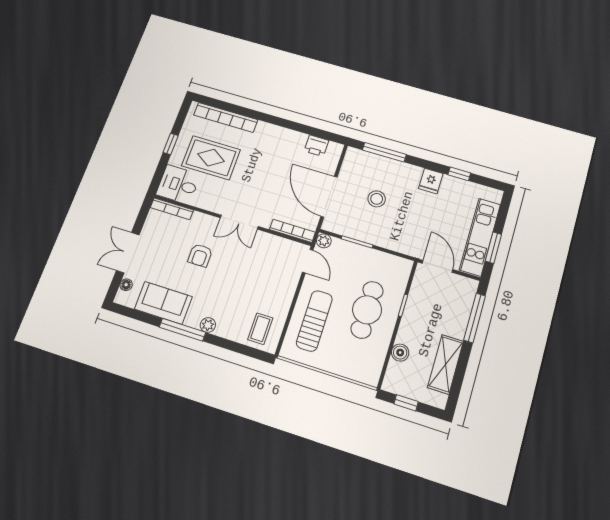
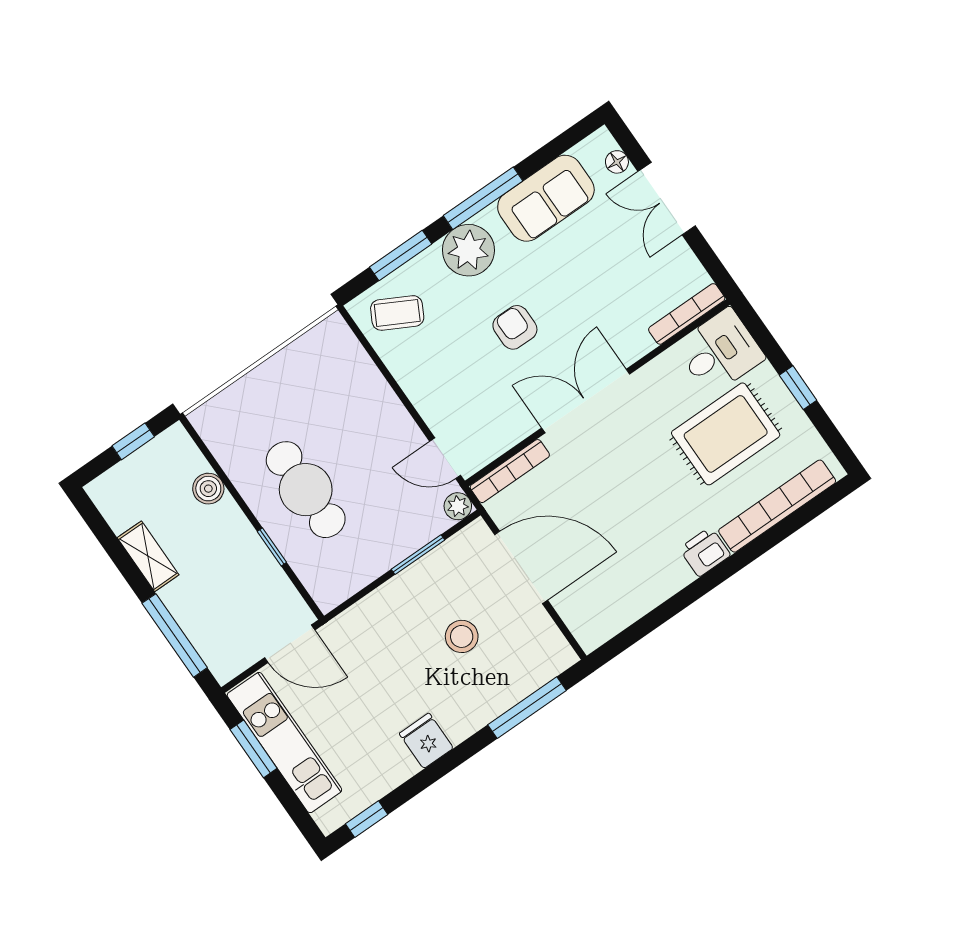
printer: (316, 146) -> (705, 552), moved
window: (459, 174) -> (367, 819), moved
double door: (239, 222) -> (586, 401), width x1.37
double door: (128, 253) -> (667, 199), swing flipped
armchair: (200, 255) -> (515, 327), moved
sun lounger: (314, 321) -> (348, 400), removed
plant: (208, 325) -> (468, 250), width x1.88, depth x1.88
coffee table: (260, 329) -> (397, 313), turned -62
window: (234, 346) -> (401, 256), added
shelving: (446, 364) -> (148, 556), width x0.67, depth x0.75

